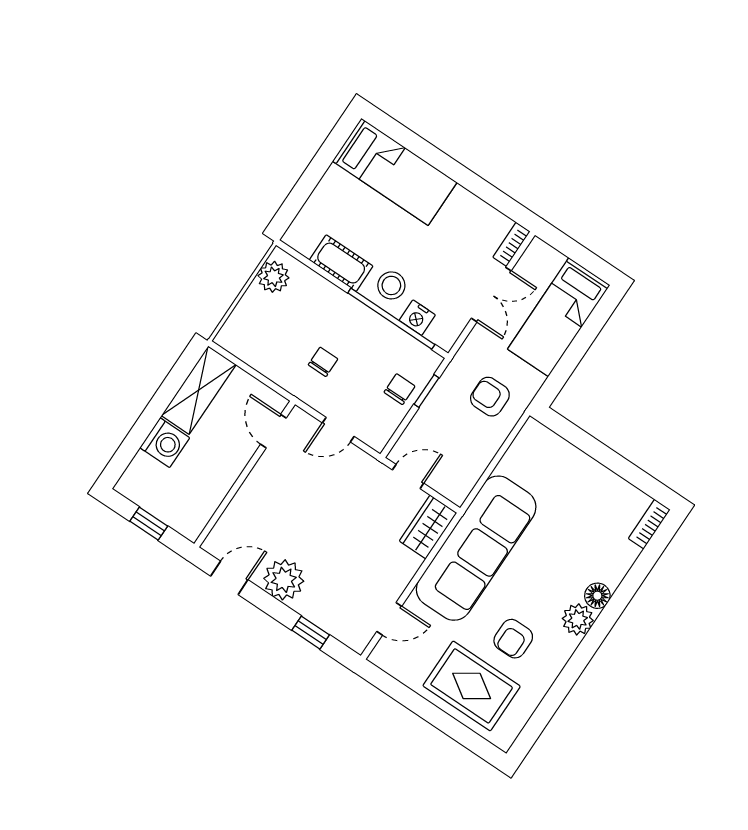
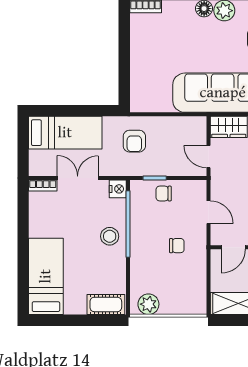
cot: (341, 263) -> (106, 304), moved, turned 90
nightstand: (417, 318) -> (118, 189), moved
chair: (323, 362) -> (177, 246), turned 180

